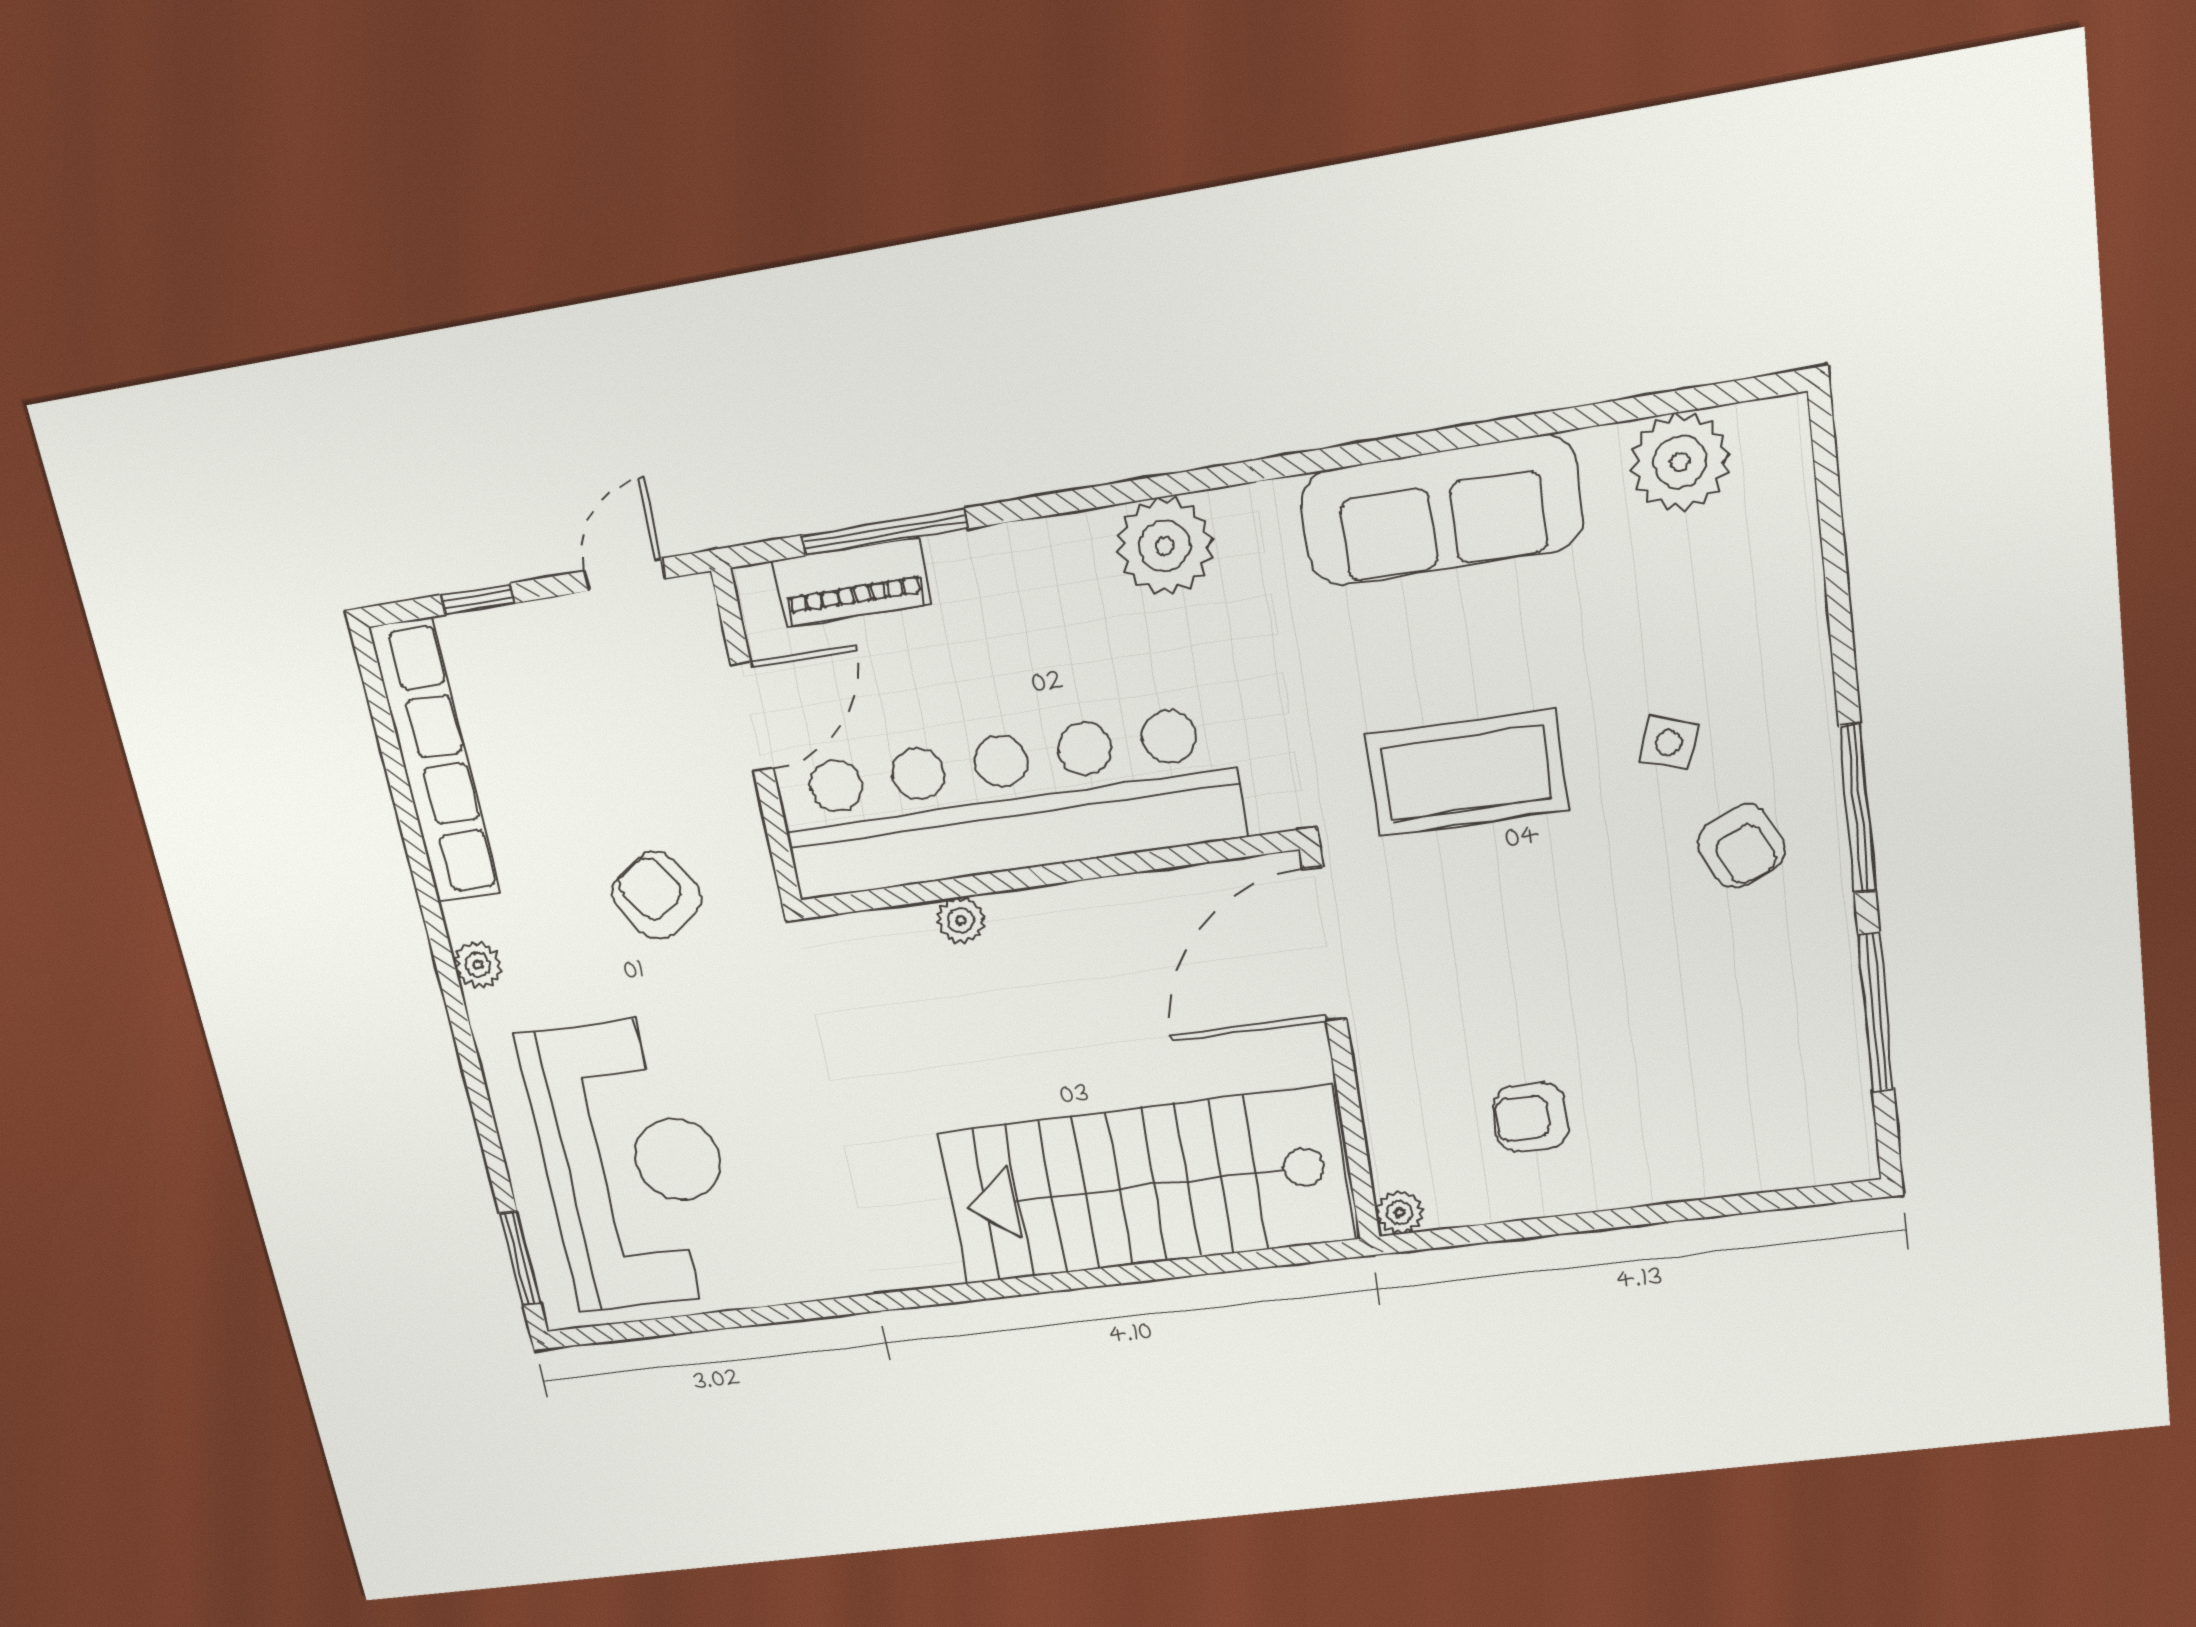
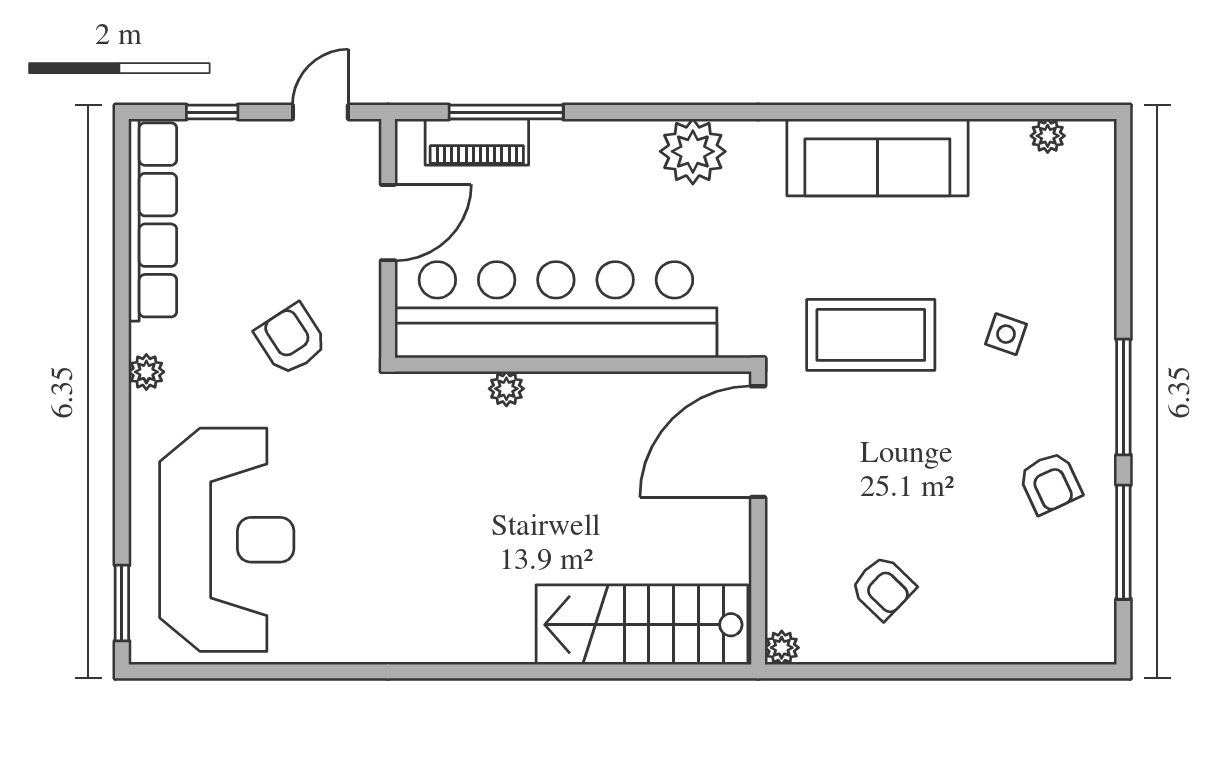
plant: (1680, 462) -> (1048, 136), width x0.53, depth x0.53
armchair: (1741, 846) -> (1050, 483), moved
armchair: (1531, 1117) -> (883, 588), turned -136
stairs: (1146, 1186) -> (642, 625), width x0.73, depth x0.66

